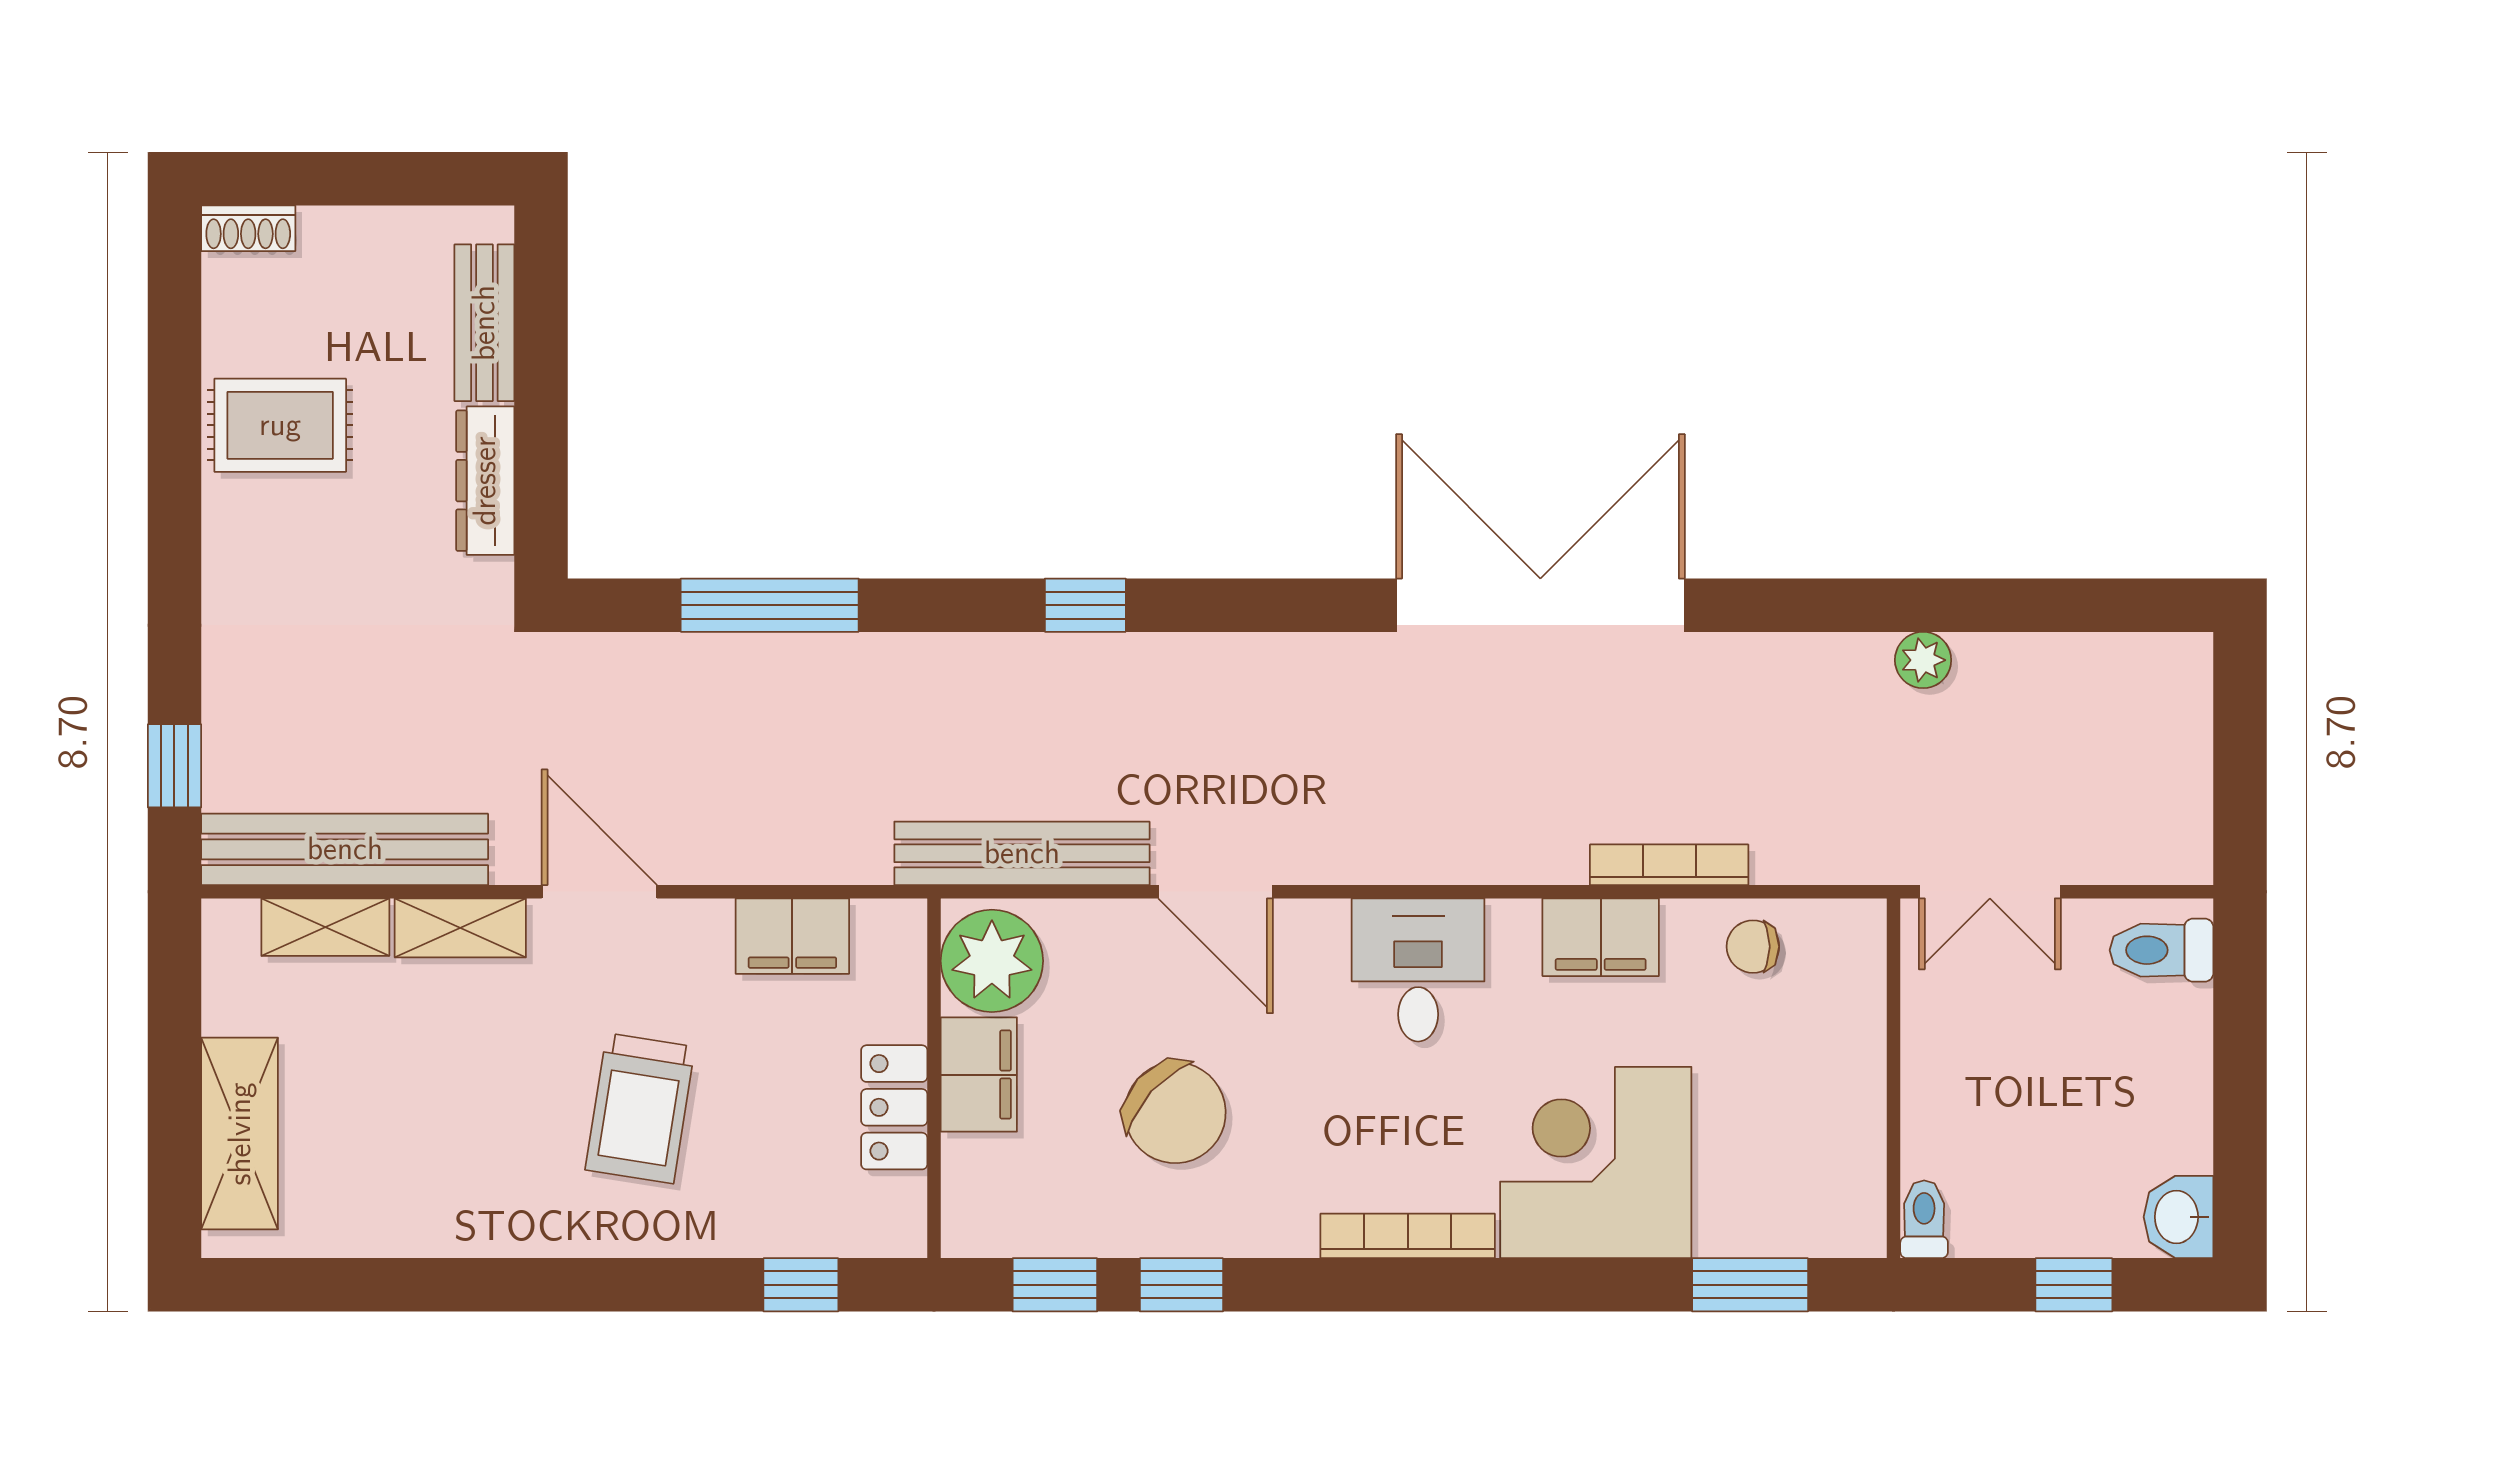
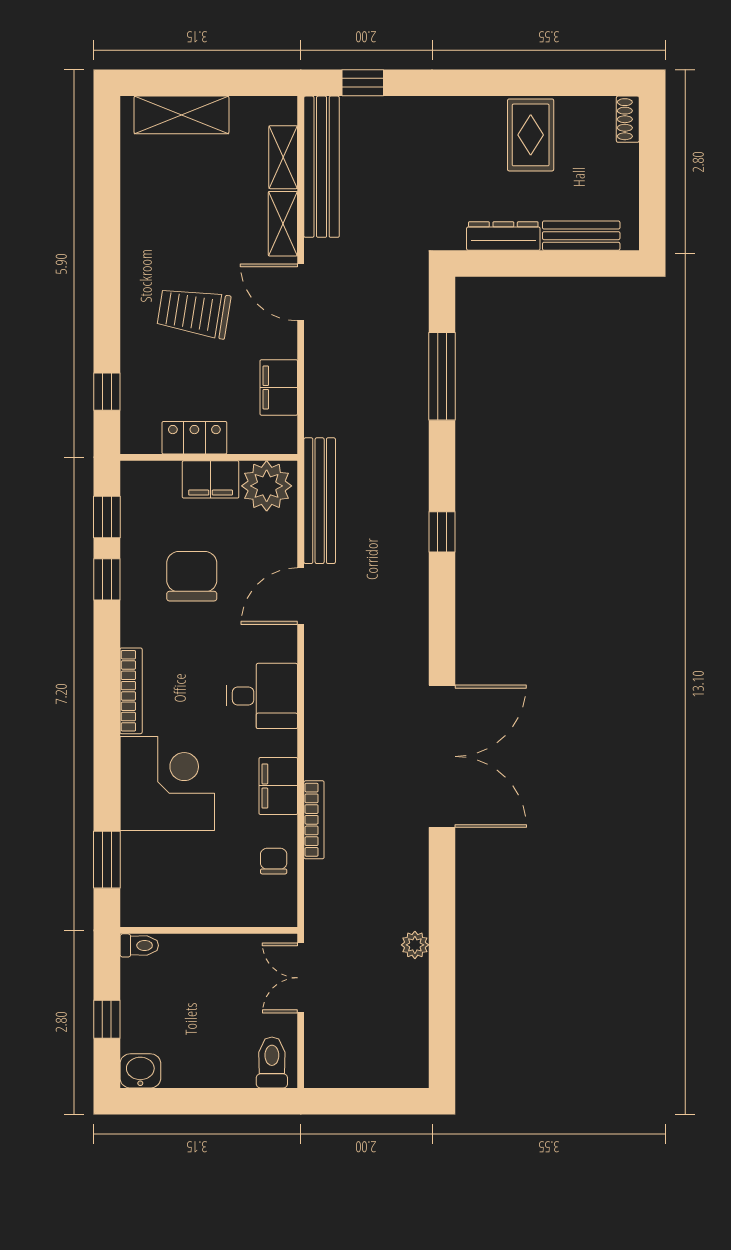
door: (599, 892) -> (301, 292), swing flipped
chair: (1175, 1113) -> (192, 576), turned 138

